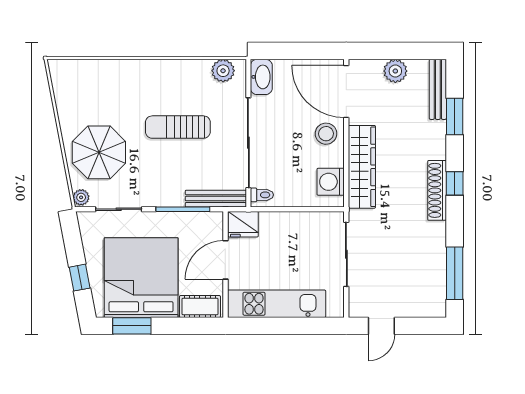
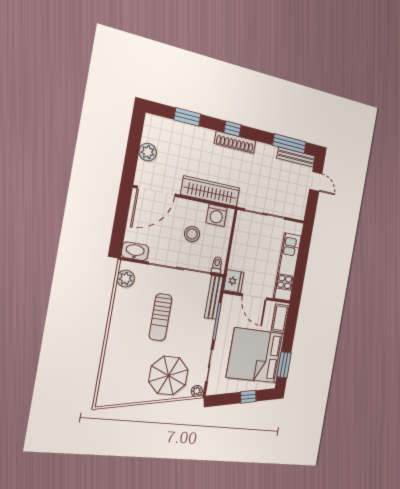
bench: (438, 89) -> (296, 157), moved
stool: (326, 134) -> (192, 234), moved
door: (381, 326) -> (316, 181), moved

